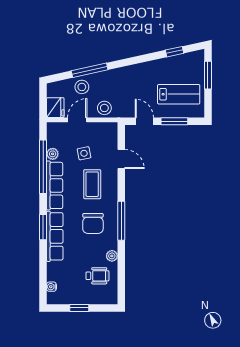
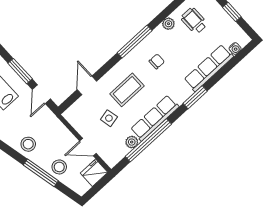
stool: (104, 108) -> (28, 144), moved
chair: (93, 223) -> (157, 61), width x0.54, depth x0.54
row of seats: (55, 236) -> (209, 68), moved

